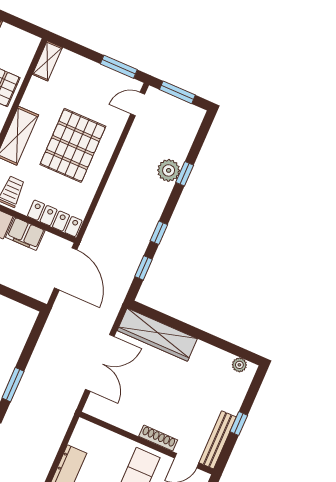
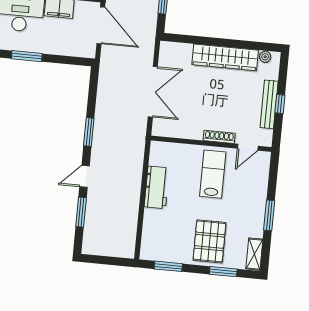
wardrobe: (157, 335) -> (225, 57), moved
bench: (218, 440) -> (269, 104), moved

